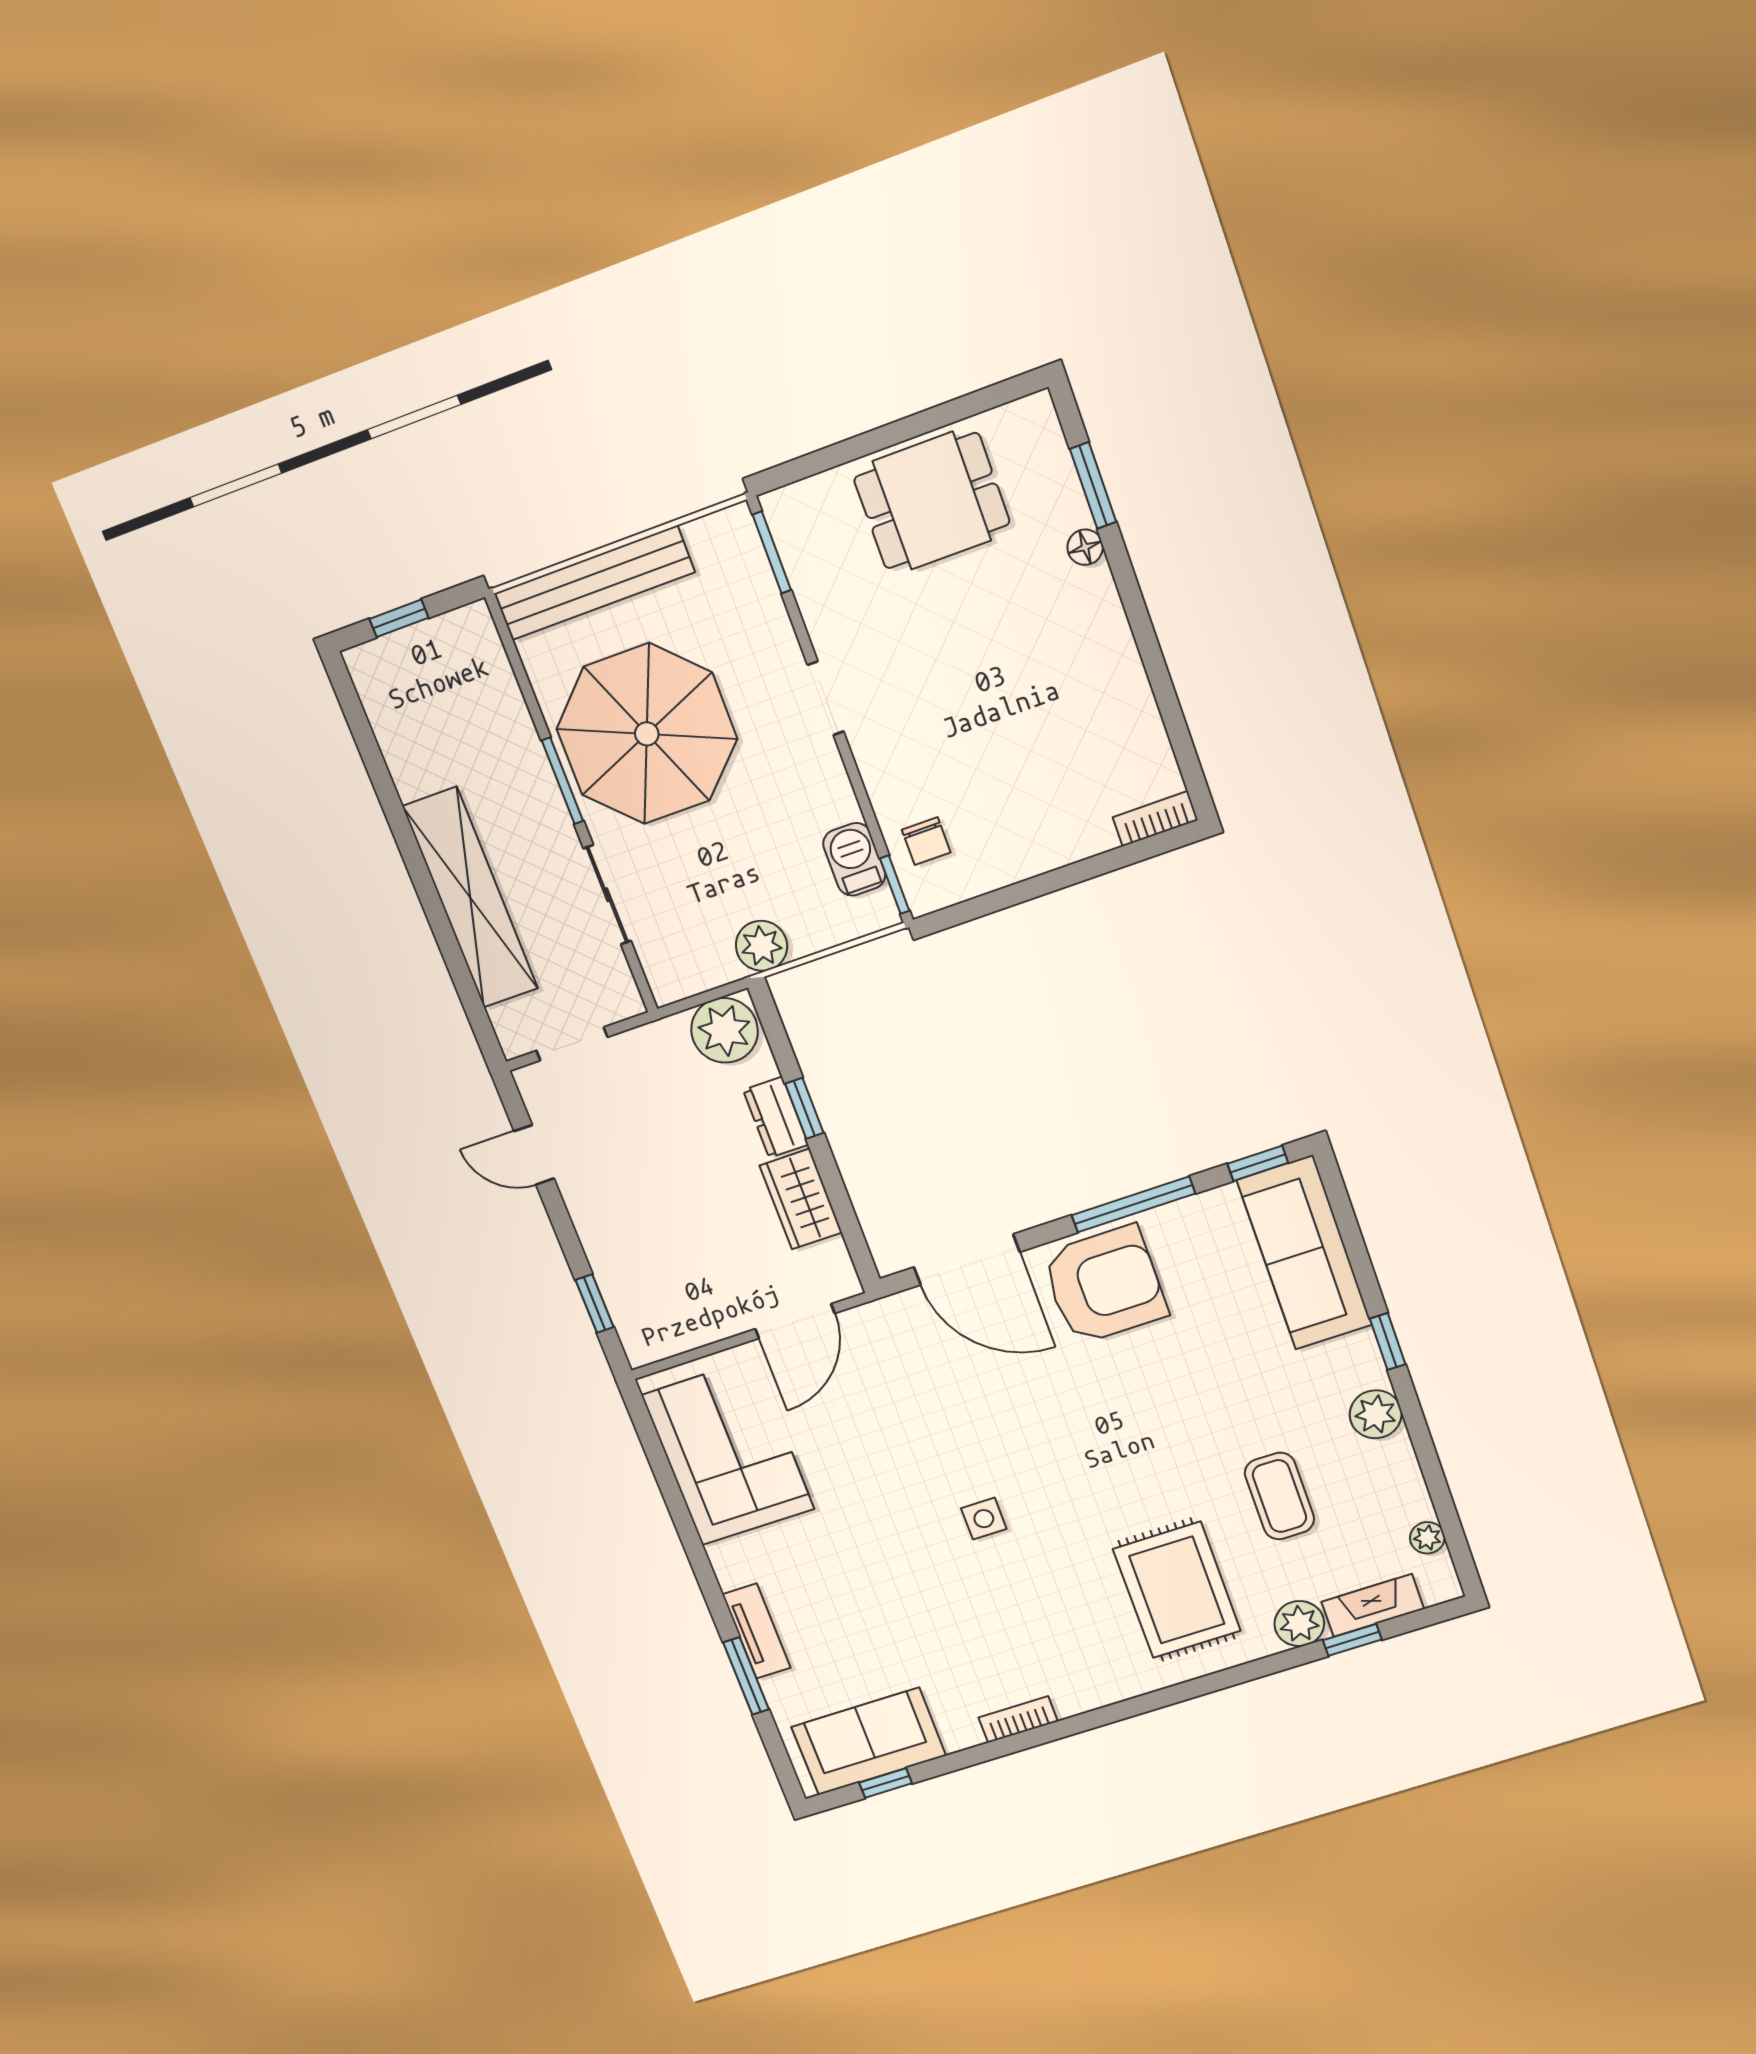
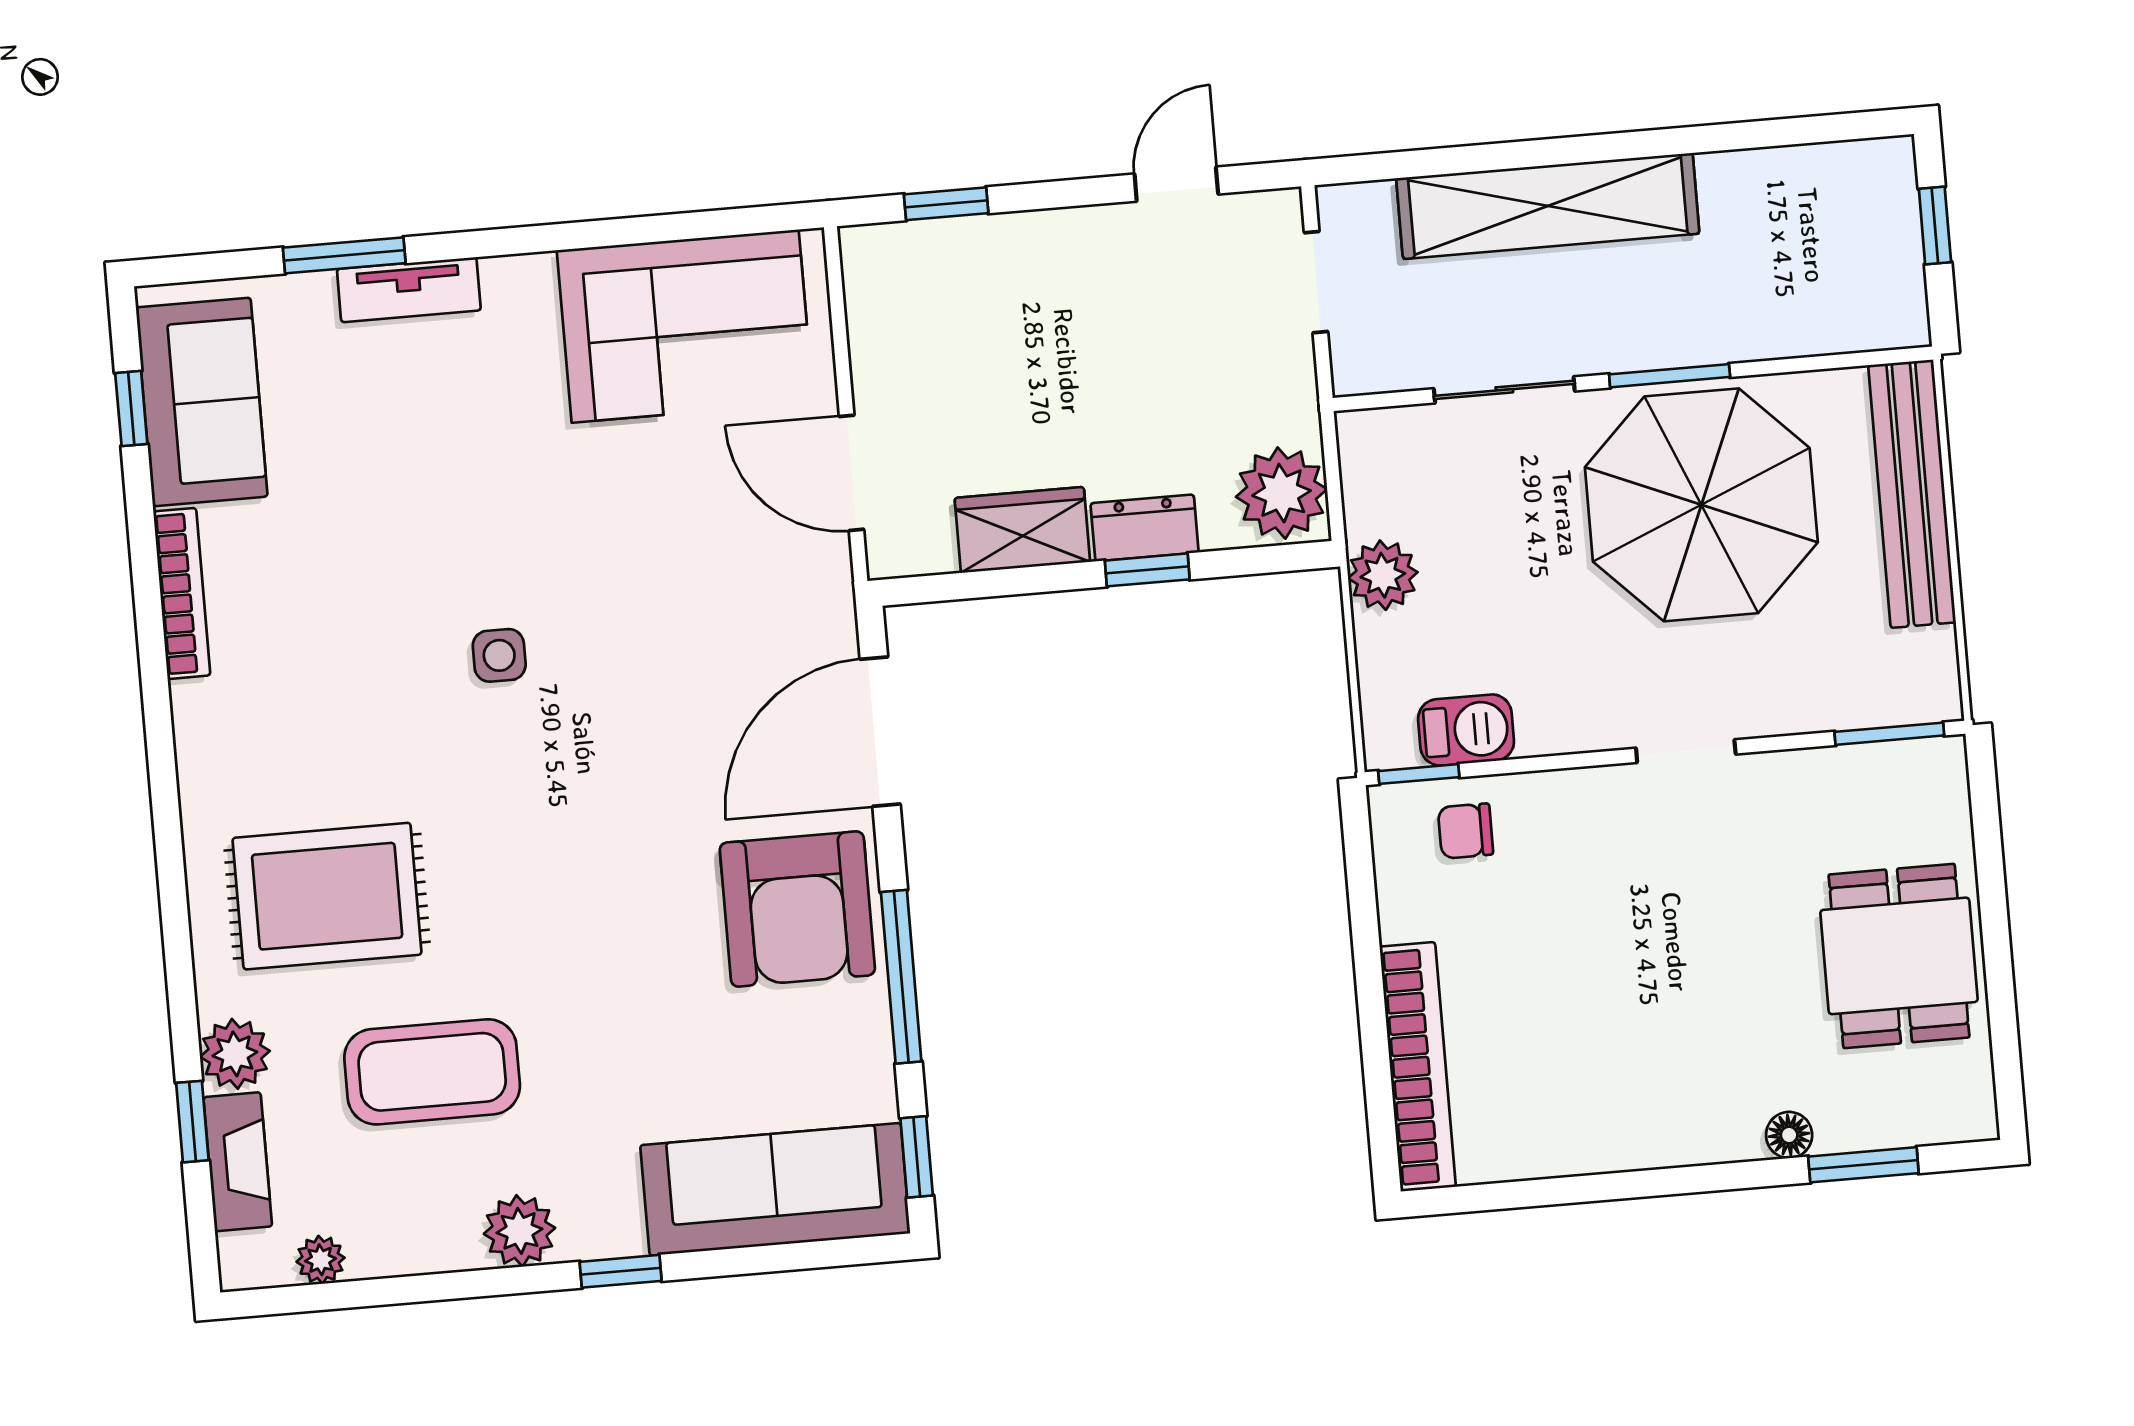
bookcase: (1155, 819) -> (1418, 1067), width x2.31, depth x1.31
coffee table: (1279, 1496) -> (432, 1072), width x1.36, depth x1.32
bookcase: (1018, 1719) -> (182, 593), width x1.56

